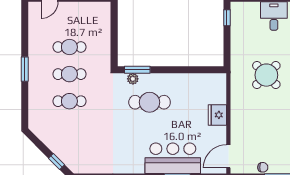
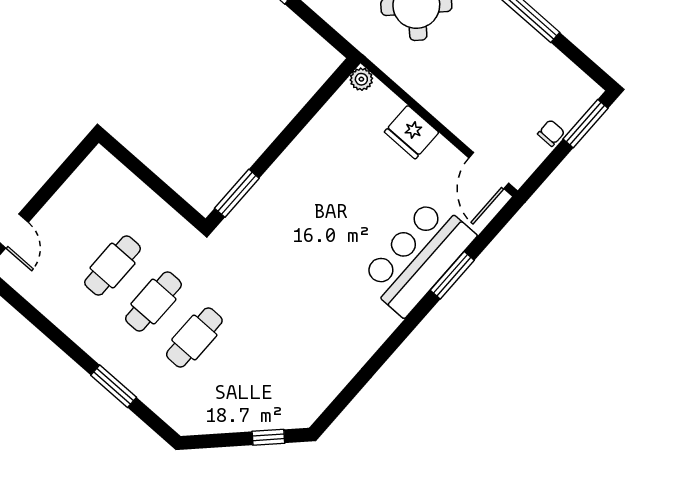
window: (25, 69) -> (114, 386), moved
plant: (133, 79) -> (361, 79), moved
cafe table: (150, 102) -> (302, 218), removed

